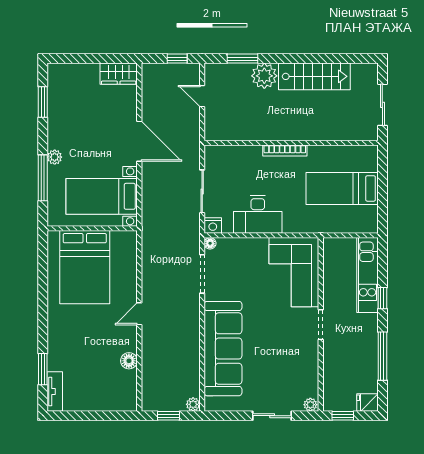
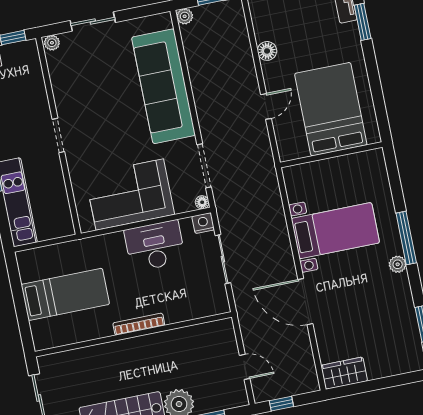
wall: (92, 228) -> (331, 155), moved
bed: (85, 267) -> (331, 109), moved
corner sofa: (294, 272) -> (130, 195), moved, turned -90

